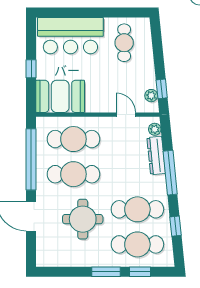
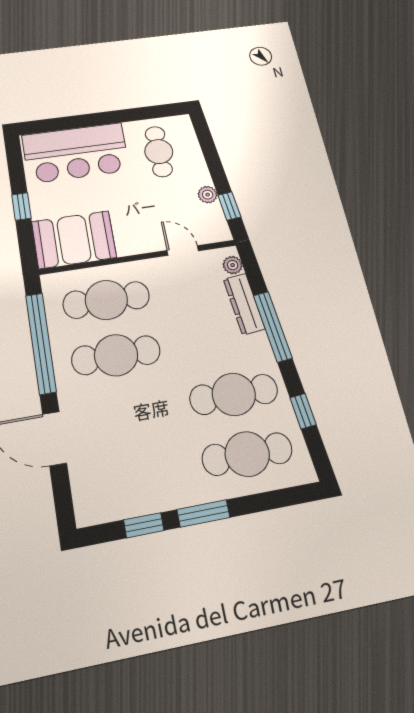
plant: (151, 96) -> (208, 195), moved
round table: (83, 219) -> (145, 427), removed
window: (140, 272) -> (144, 525), moved

